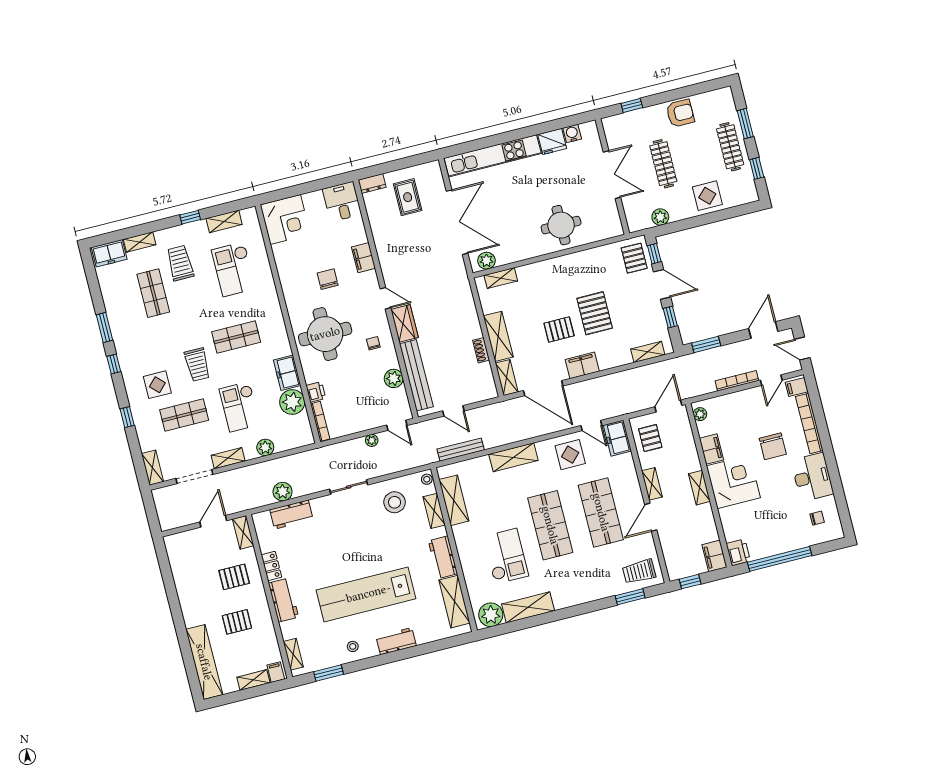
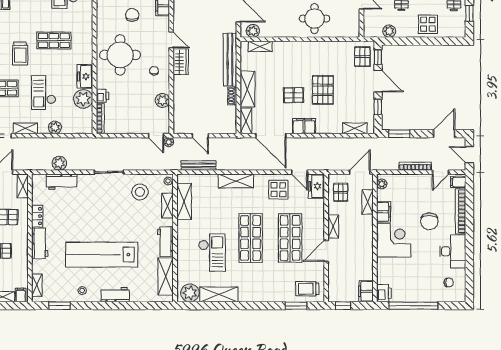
bench: (416, 375) -> (230, 60), moved
plant: (372, 440) -> (169, 142), moved
shelving: (699, 488) -> (368, 202), moved

